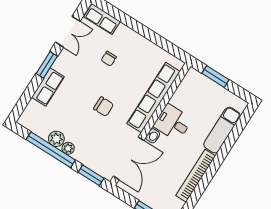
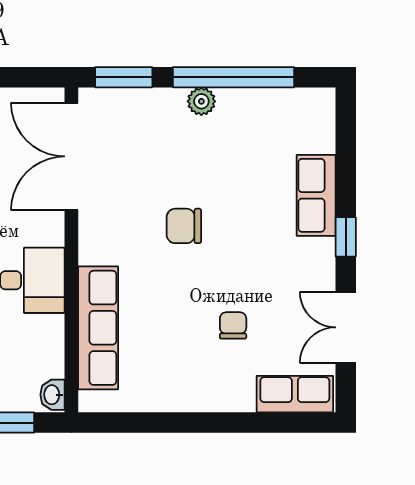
window: (47, 65) -> (346, 237), width x0.67
row of seats: (154, 97) -> (98, 328), width x0.73
washbasin: (153, 136) -> (52, 395), moved
plant: (56, 139) -> (236, 105), removed

